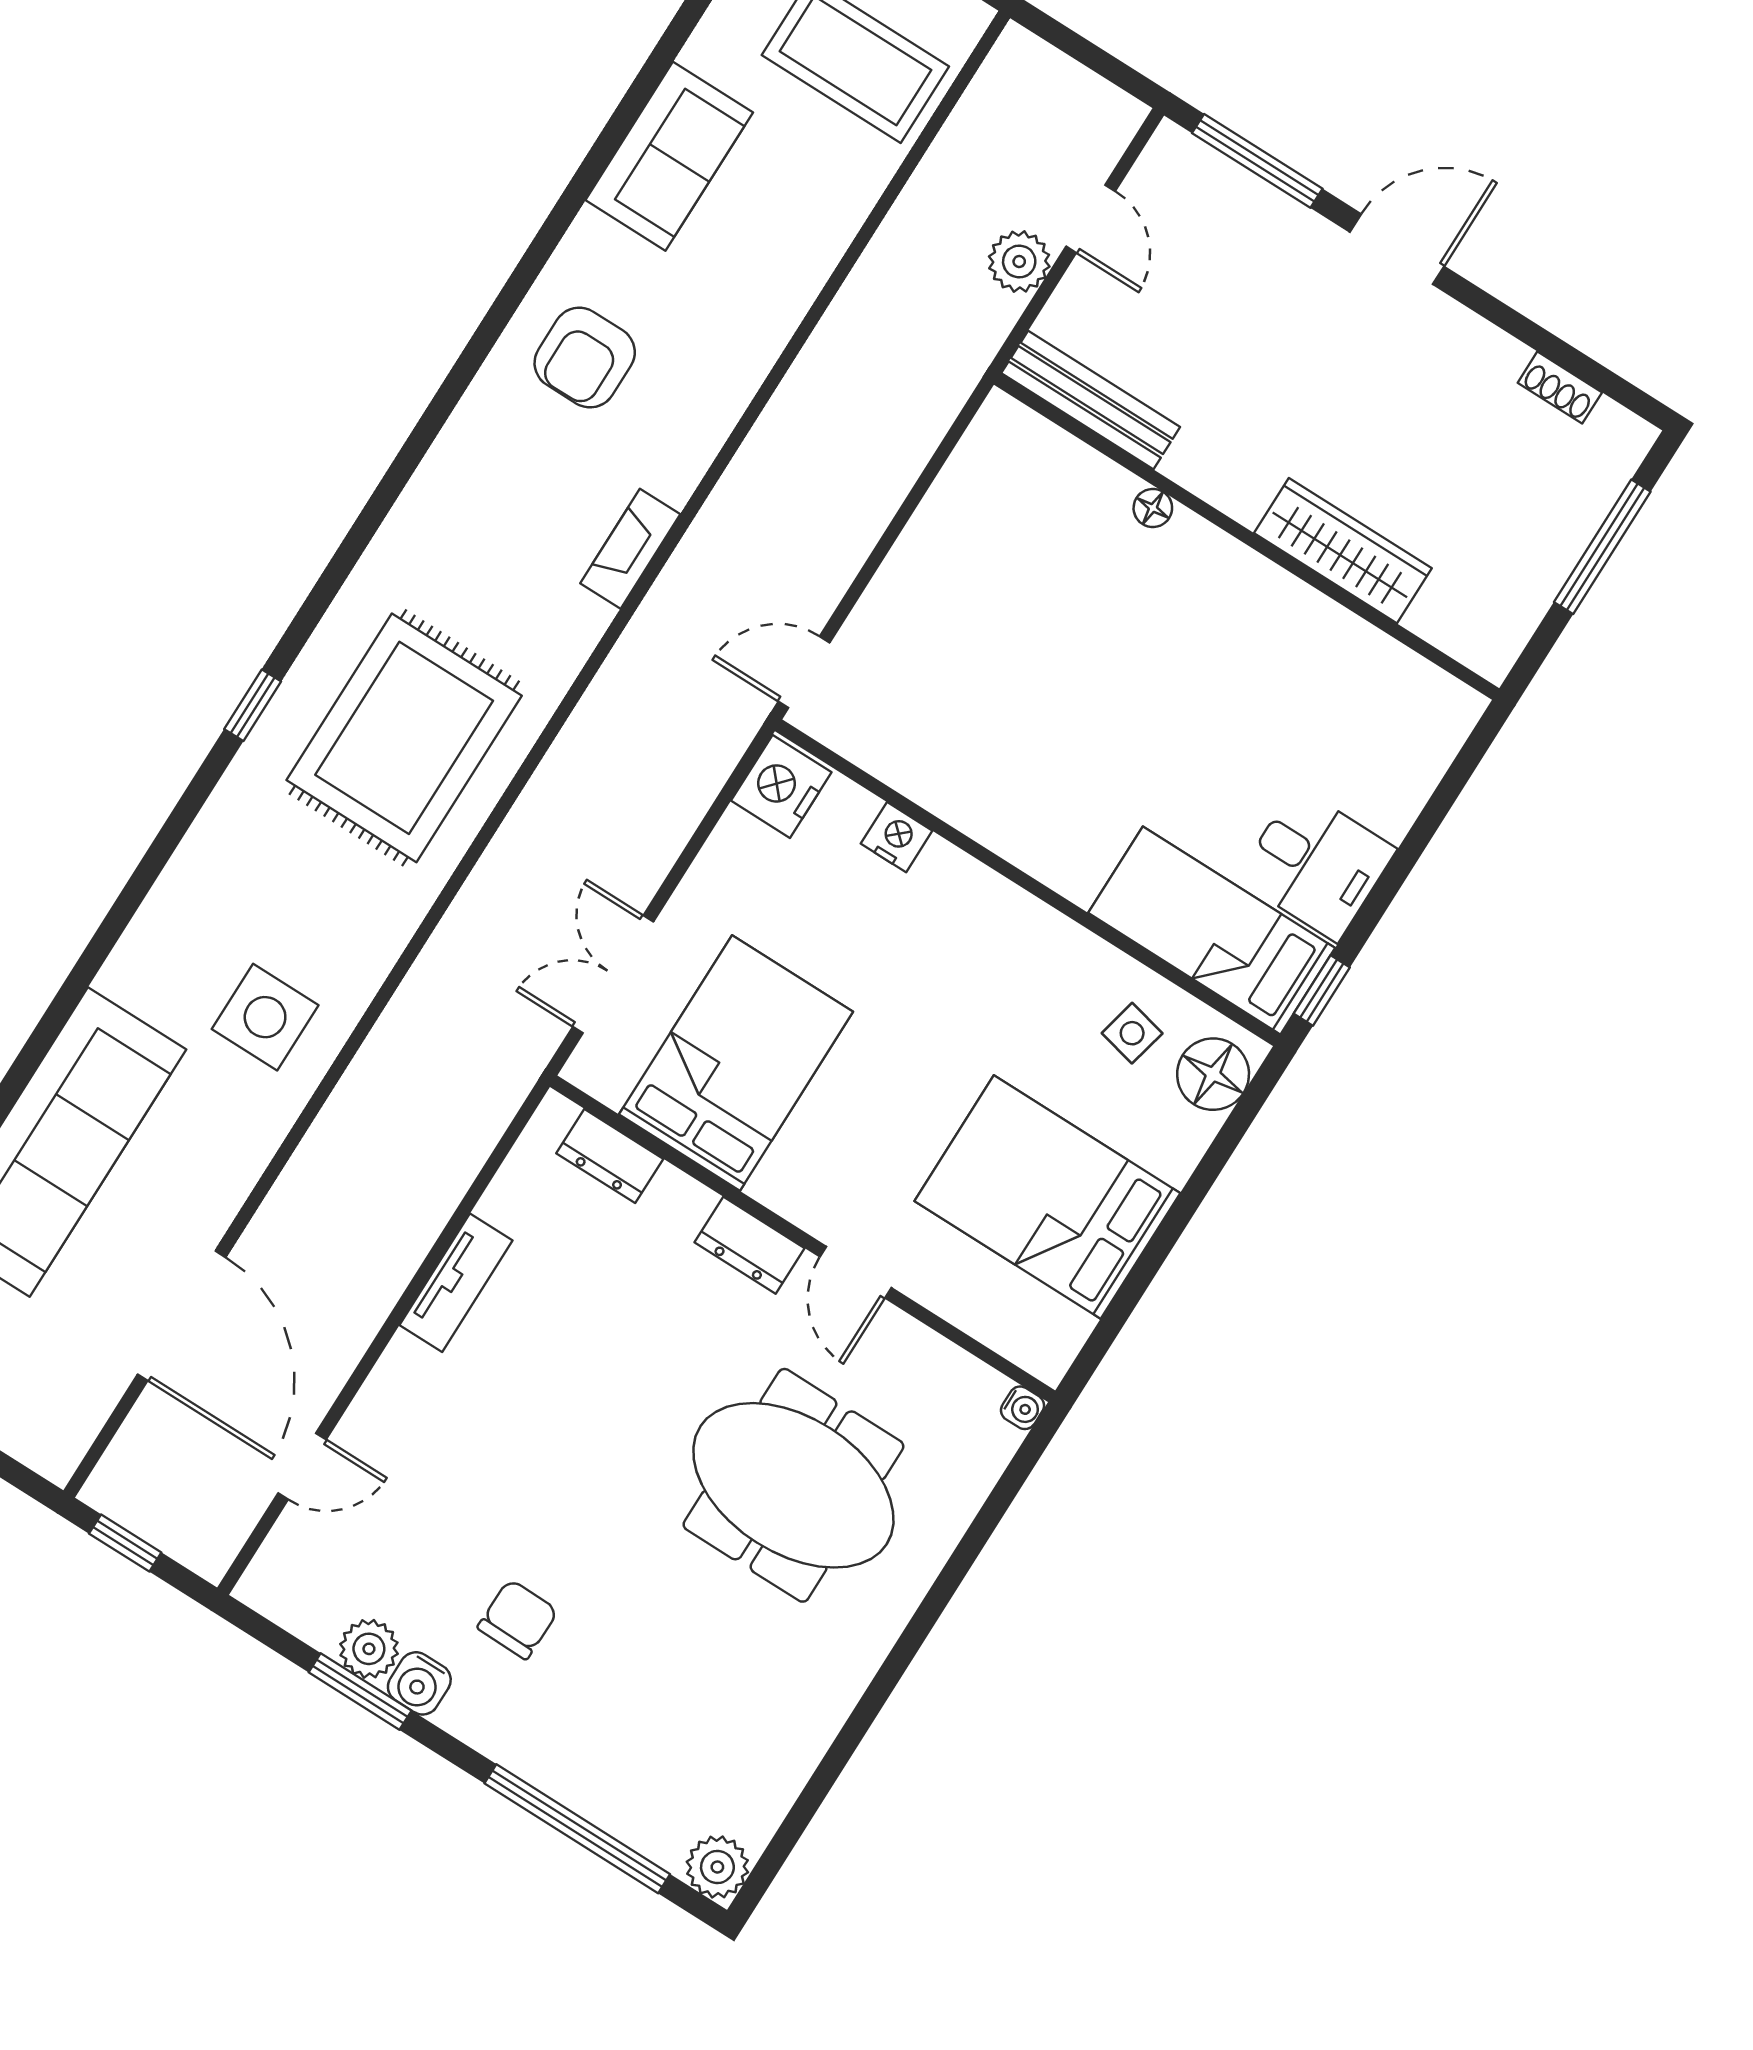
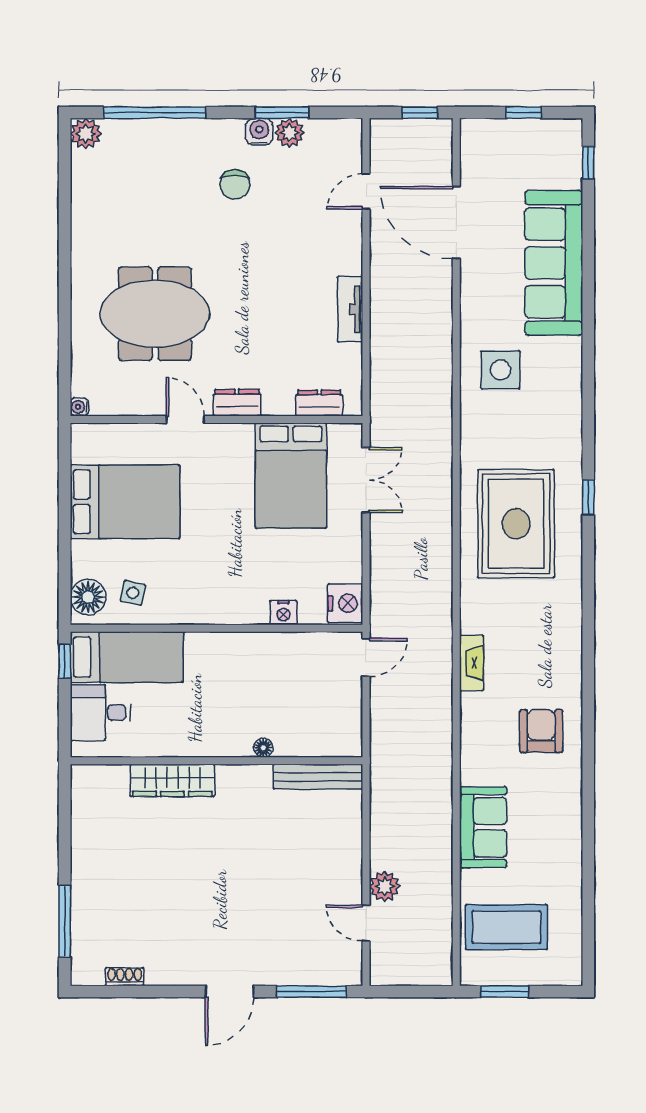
sofa: (669, 156) -> (483, 827), moved, turned 180
bench: (1091, 400) -> (318, 777), moved
floor lamp: (1153, 508) -> (263, 748), moved
wall: (1247, 537) -> (216, 761), moved
wardrobe: (1343, 551) -> (172, 780), moved

